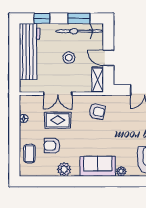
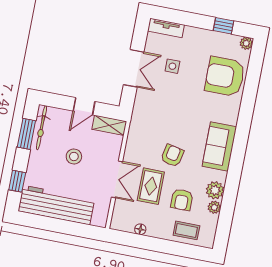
bicycle: (79, 31) -> (42, 128), width x0.73, depth x0.71
armchair: (97, 111) -> (172, 156), moved
plant: (121, 171) -> (214, 207), moved

